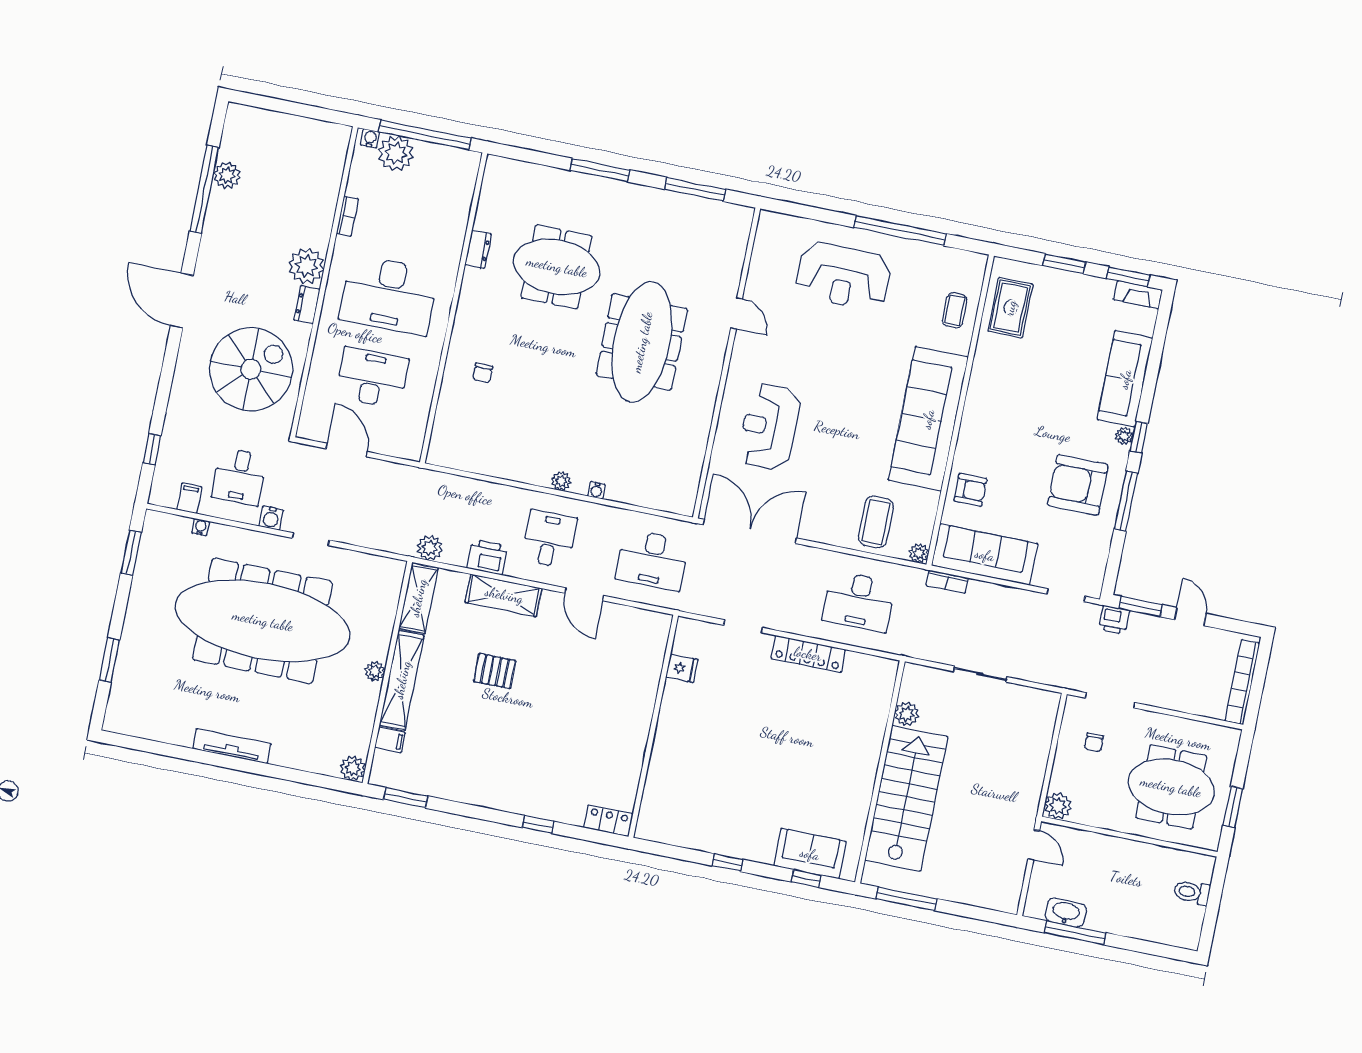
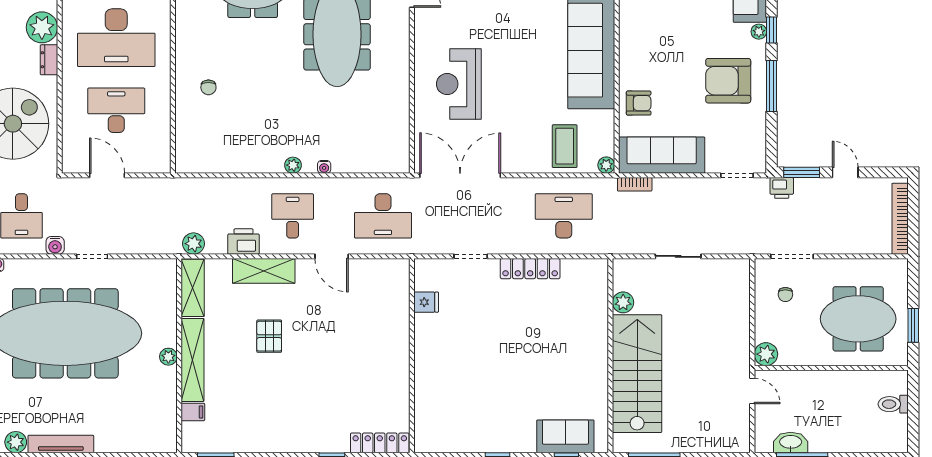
desk: (859, 601) -> (564, 216), turned 180
pallet: (495, 671) -> (269, 336), turned 90
plant: (353, 768) -> (16, 442), moved
locker: (608, 821) -> (380, 443), width x1.53

